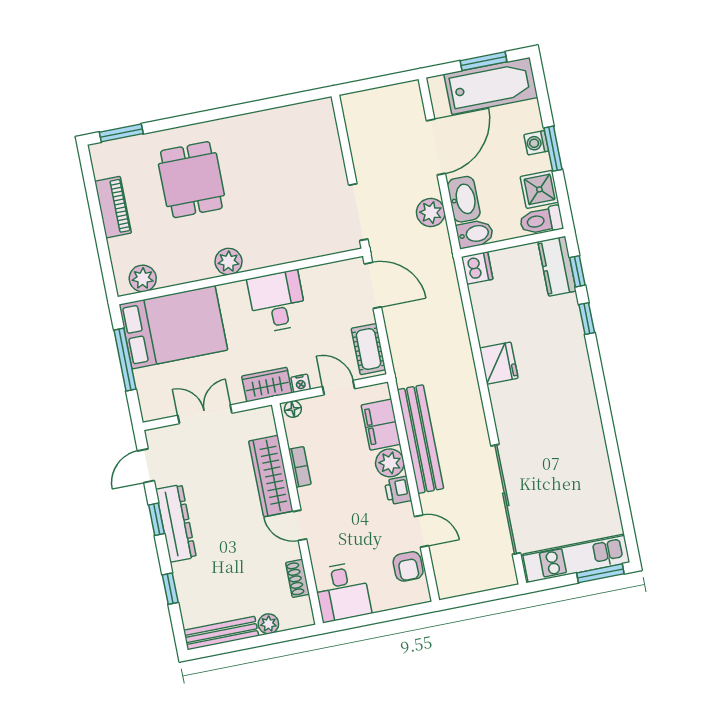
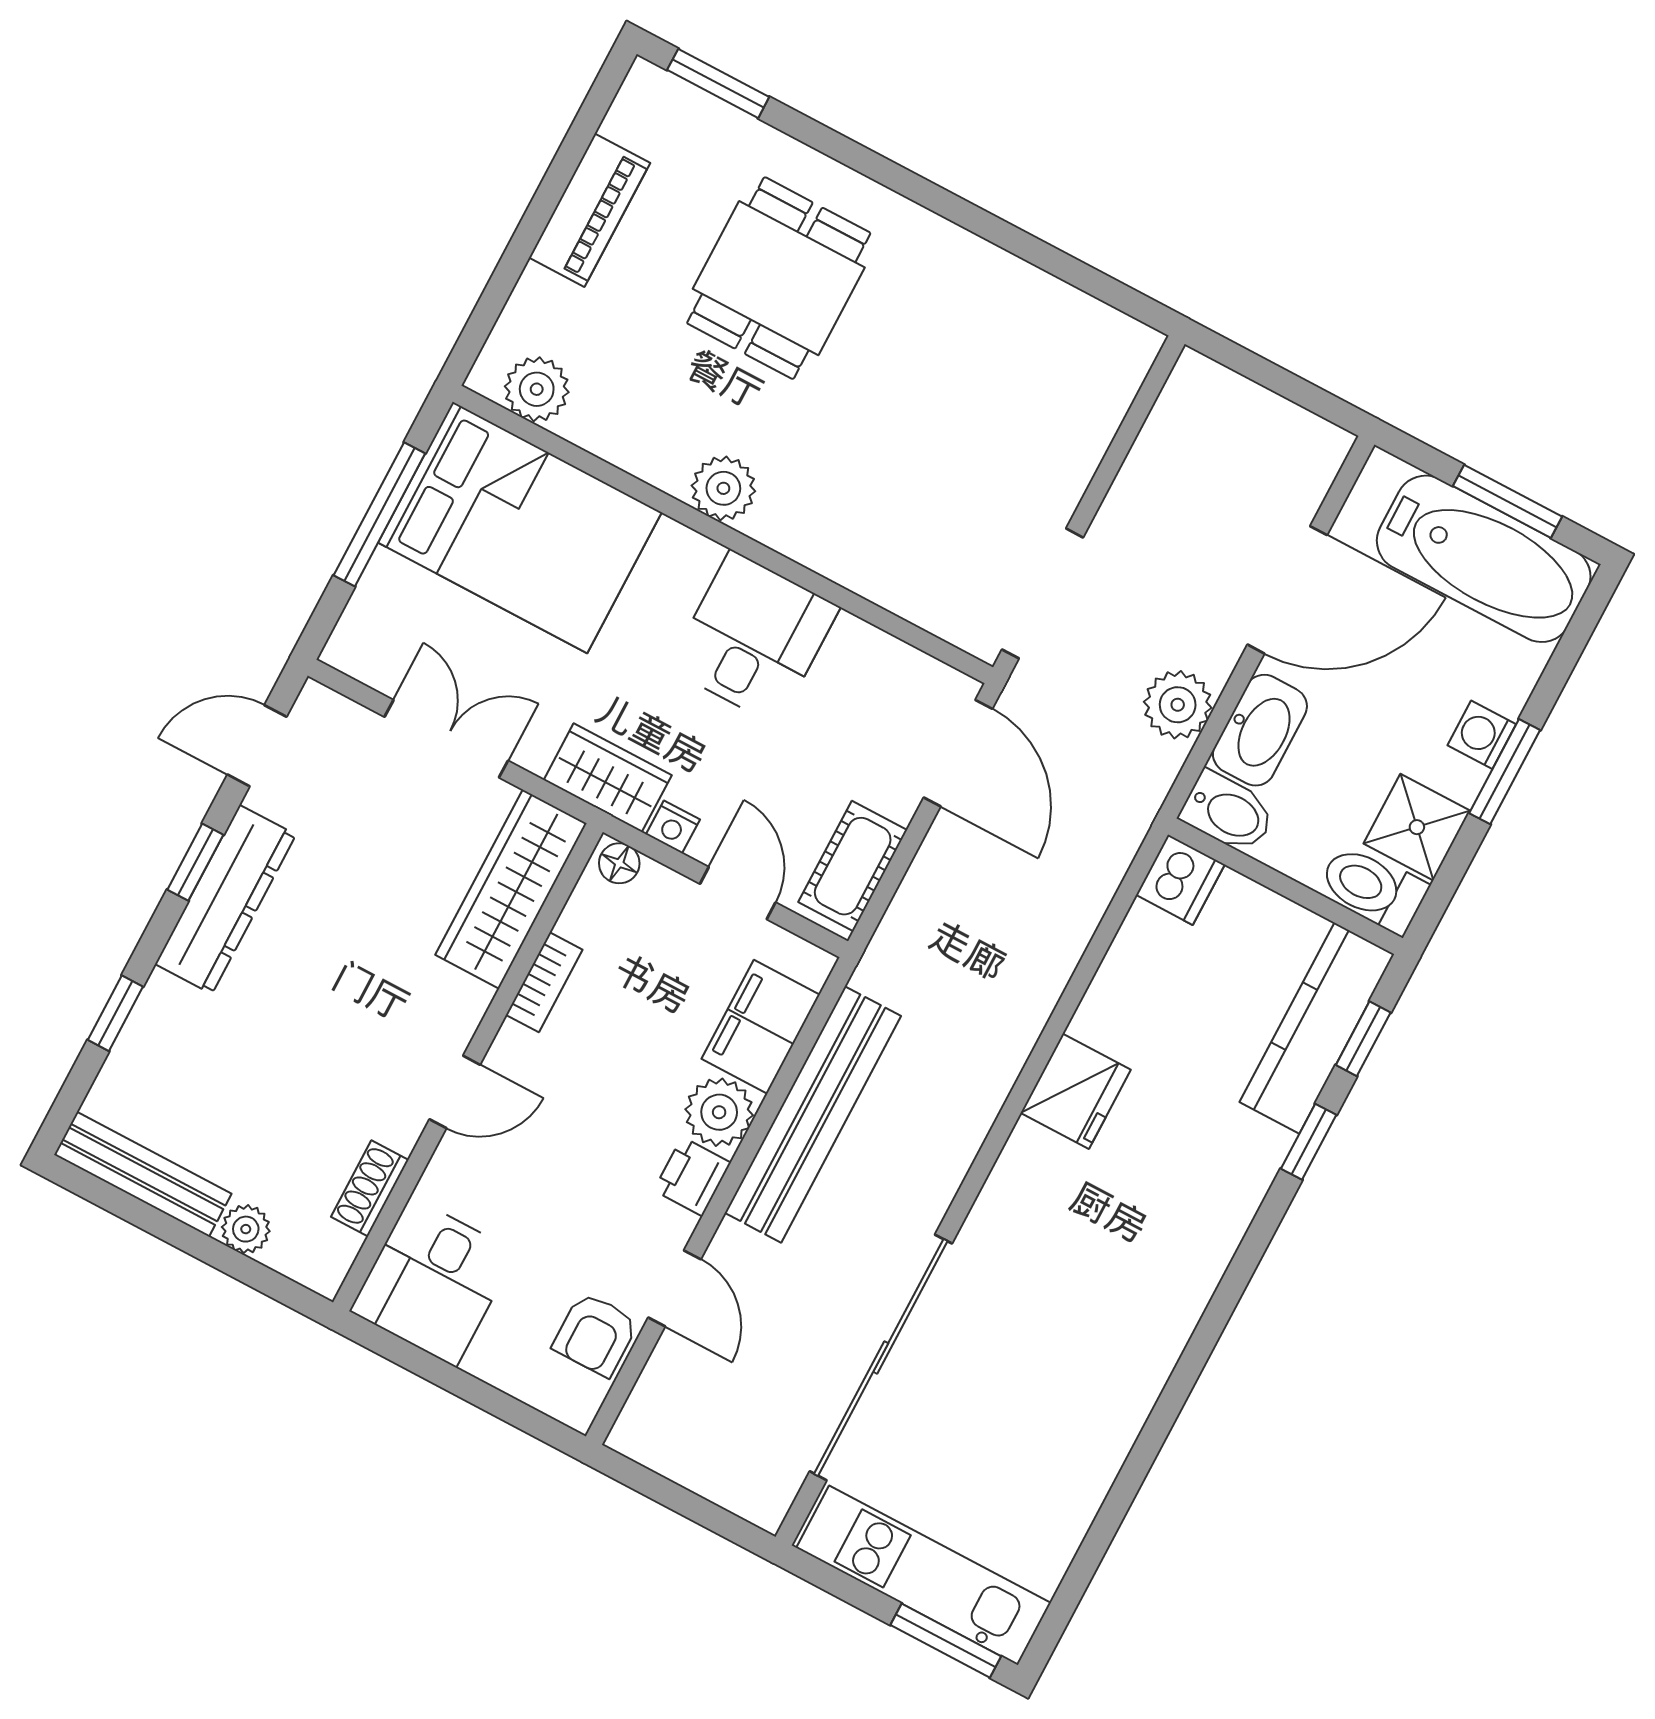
kitchen counter: (557, 266) -> (1317, 1028), width x1.50
wardrobe: (271, 476) -> (511, 889), moved
door: (300, 525) -> (455, 1092), swing flipped

